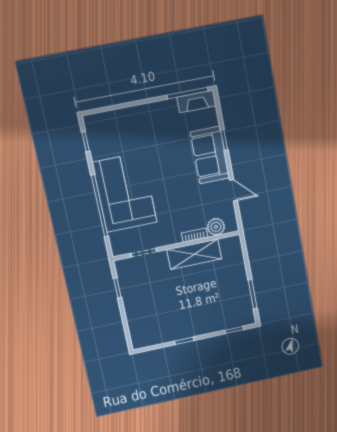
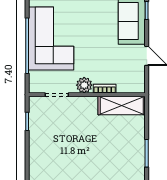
plant: (216, 227) -> (84, 85), moved
shelving: (194, 254) -> (122, 106), moved

